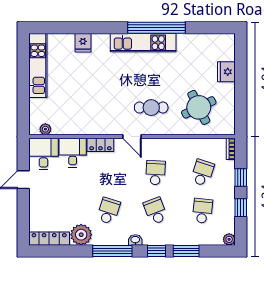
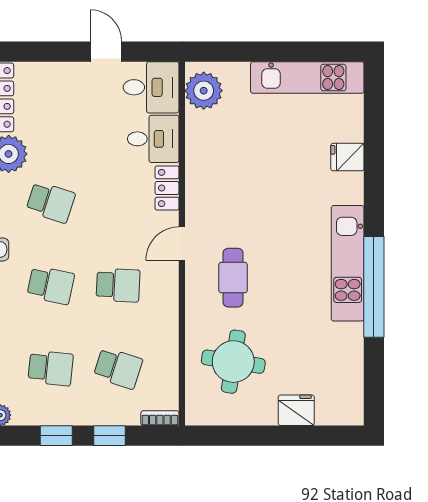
round table: (199, 107) -> (233, 362), turned 35
plant: (45, 129) -> (204, 91), width x1.88, depth x1.88
school desk: (155, 211) -> (51, 285), turned 33

